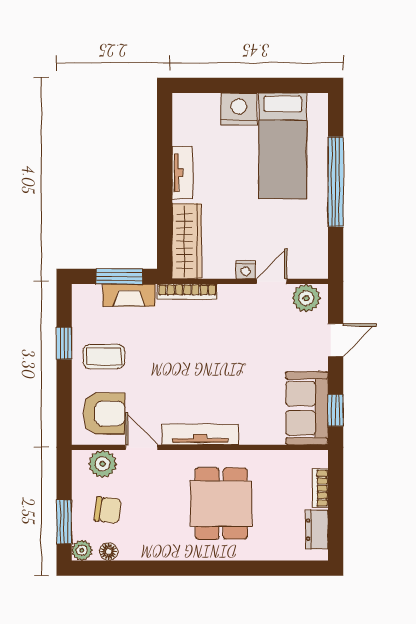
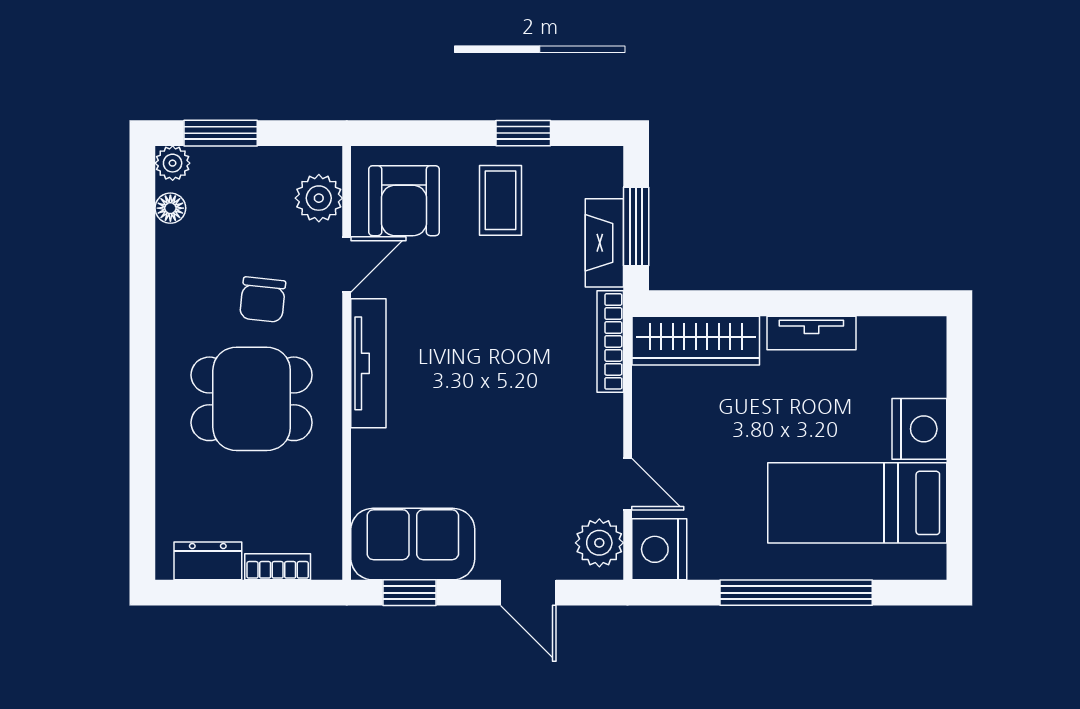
nightstand: (246, 270) -> (659, 549), moved, width x1.89, depth x1.79
chair: (108, 510) -> (263, 300), moved

